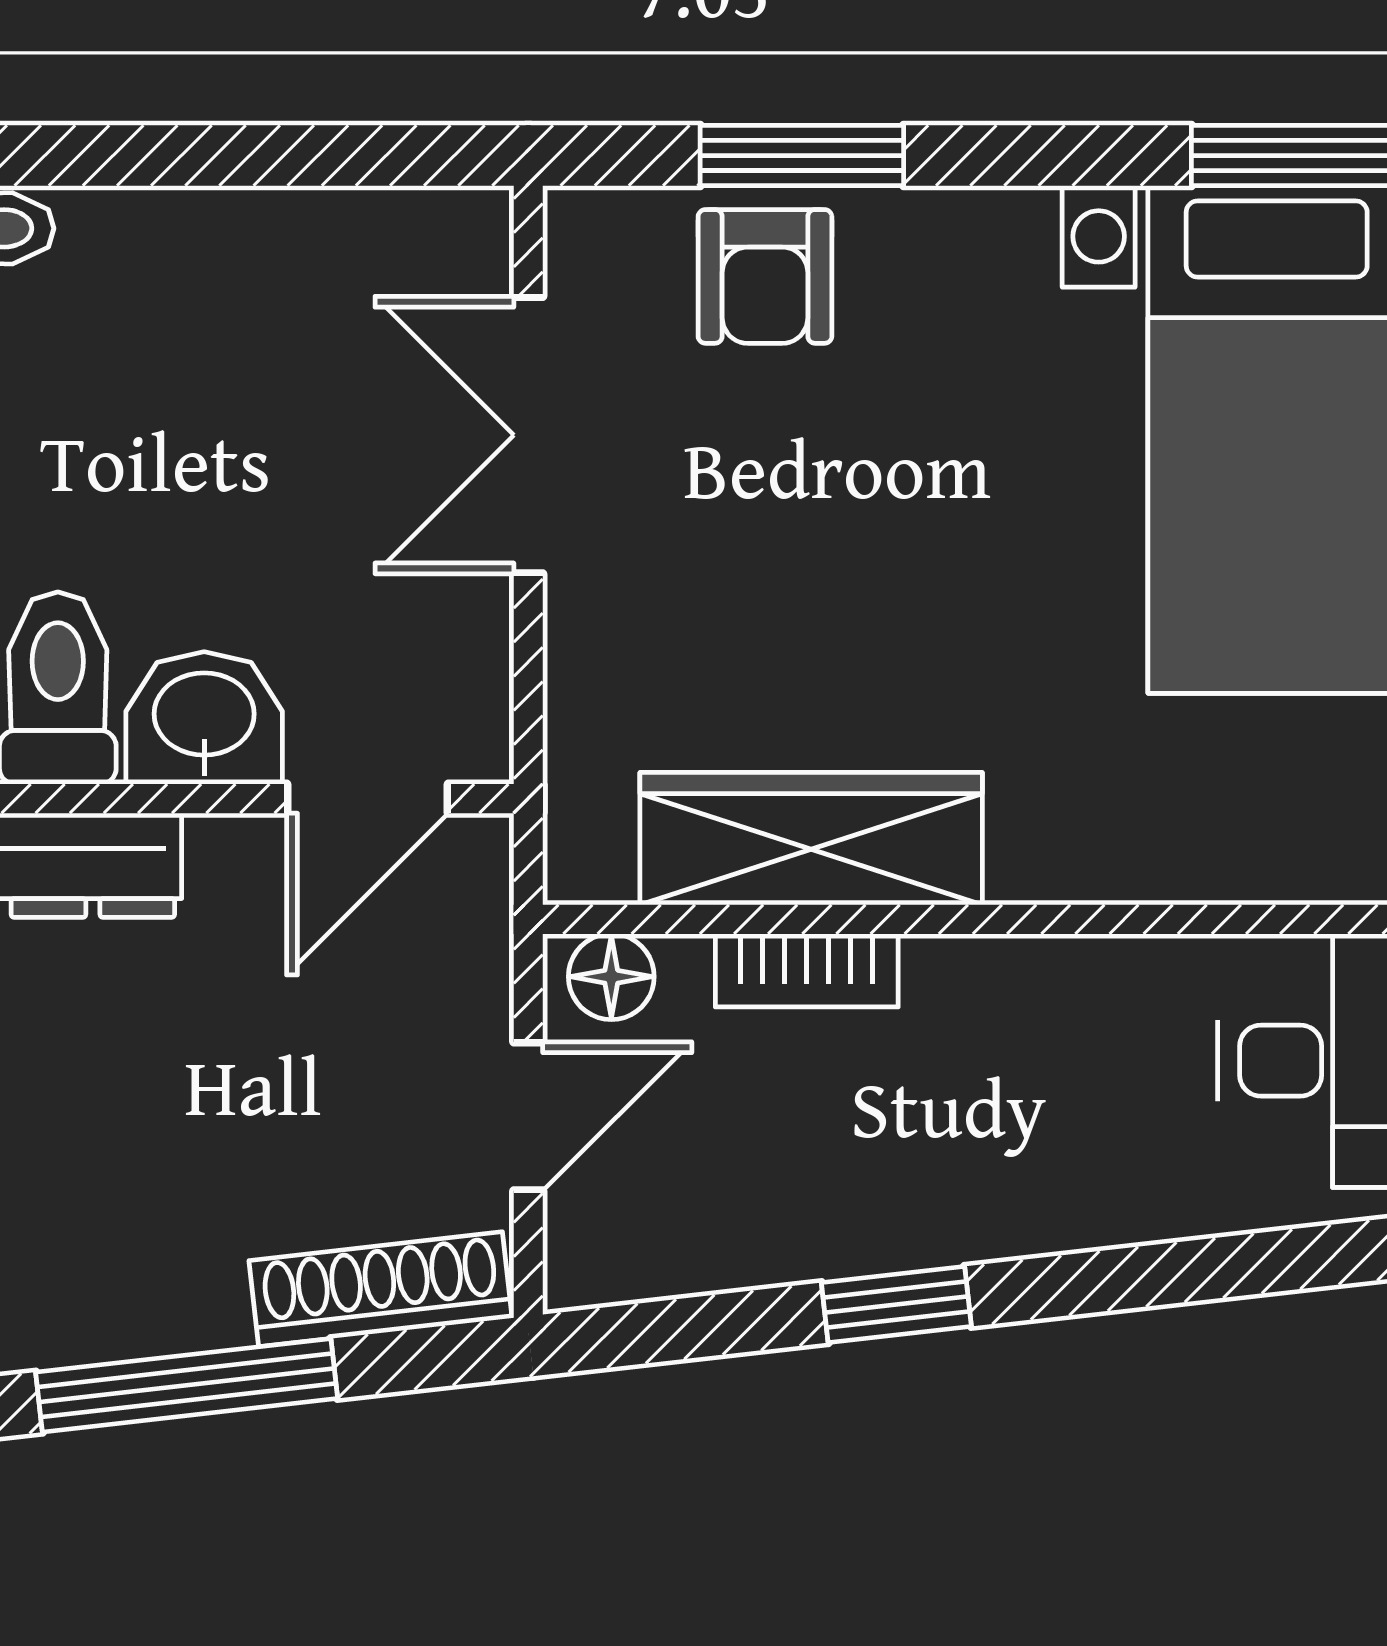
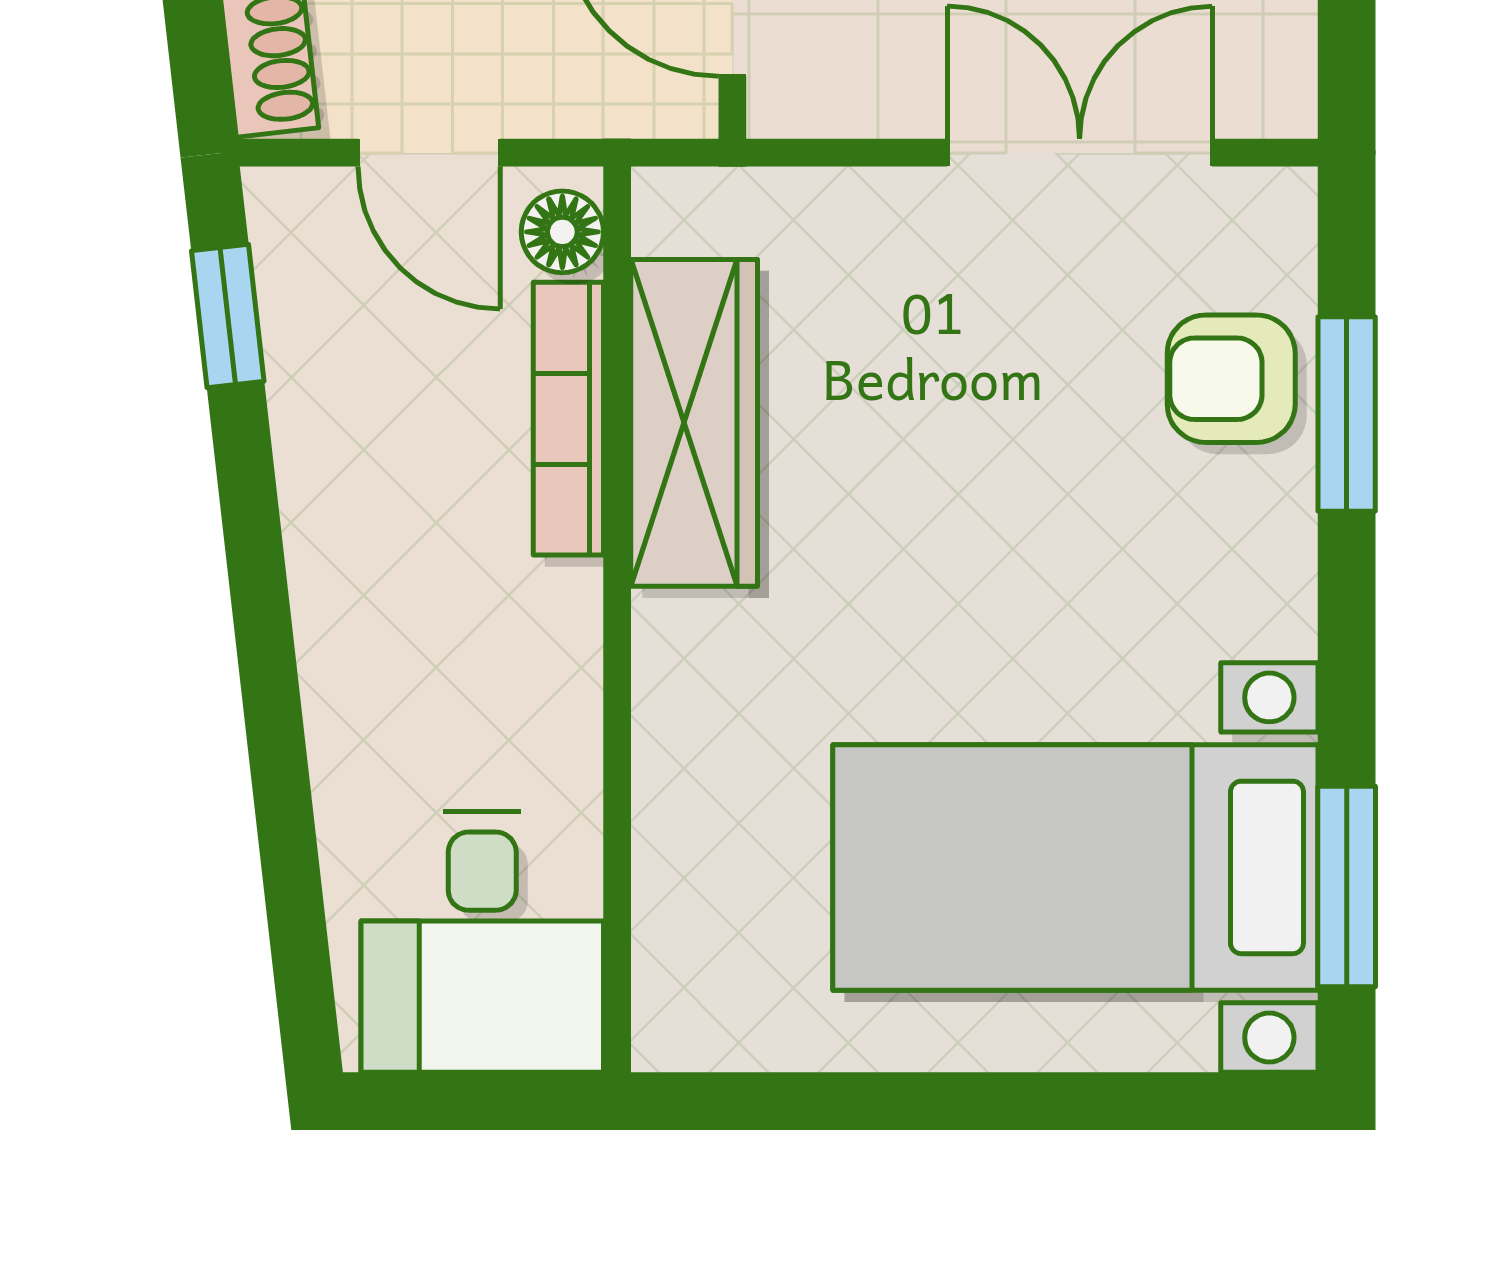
bookcase: (807, 970) -> (568, 419), width x1.56
window: (896, 1305) -> (228, 316), moved

